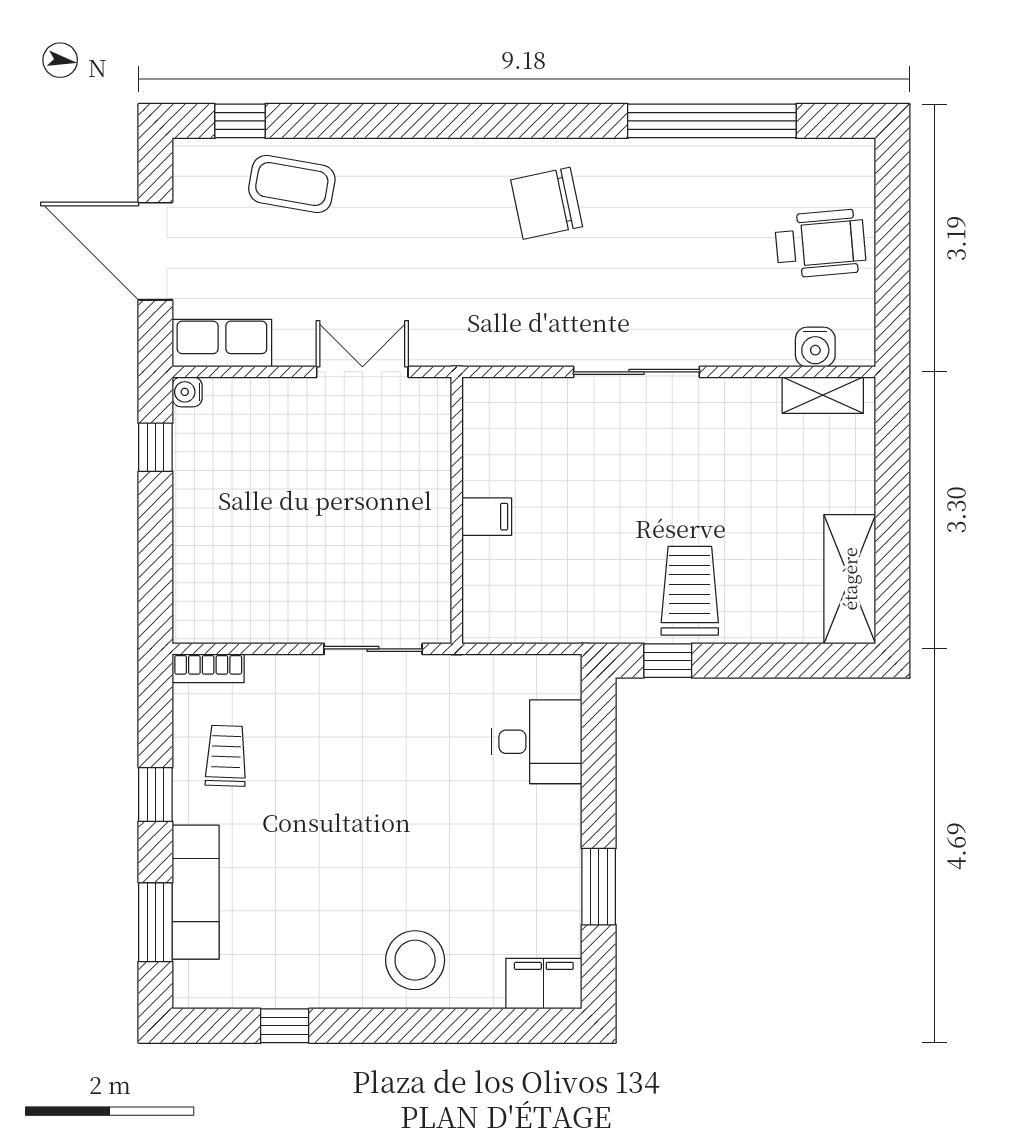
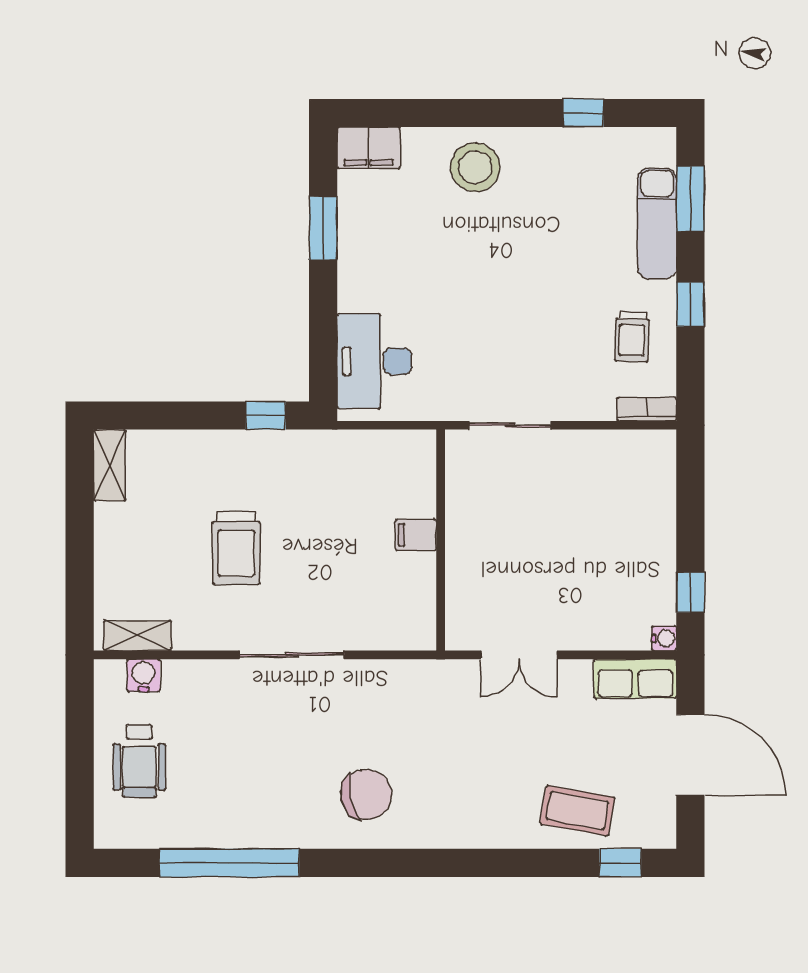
wheelchair: (820, 244) -> (139, 761), turned -85
shelving: (850, 579) -> (110, 465), width x0.67, depth x0.75
trolley: (690, 591) -> (236, 548), moved
desk: (537, 742) -> (374, 361), width x1.37

